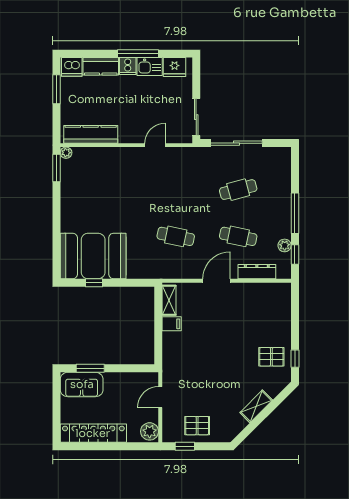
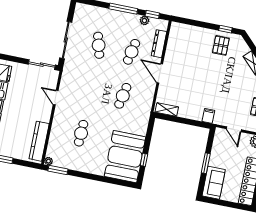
cafe table: (113, 190) -> (81, 133), added
filing cabinet: (172, 324) -> (208, 116), moved
window: (90, 368) -> (206, 163), moved

